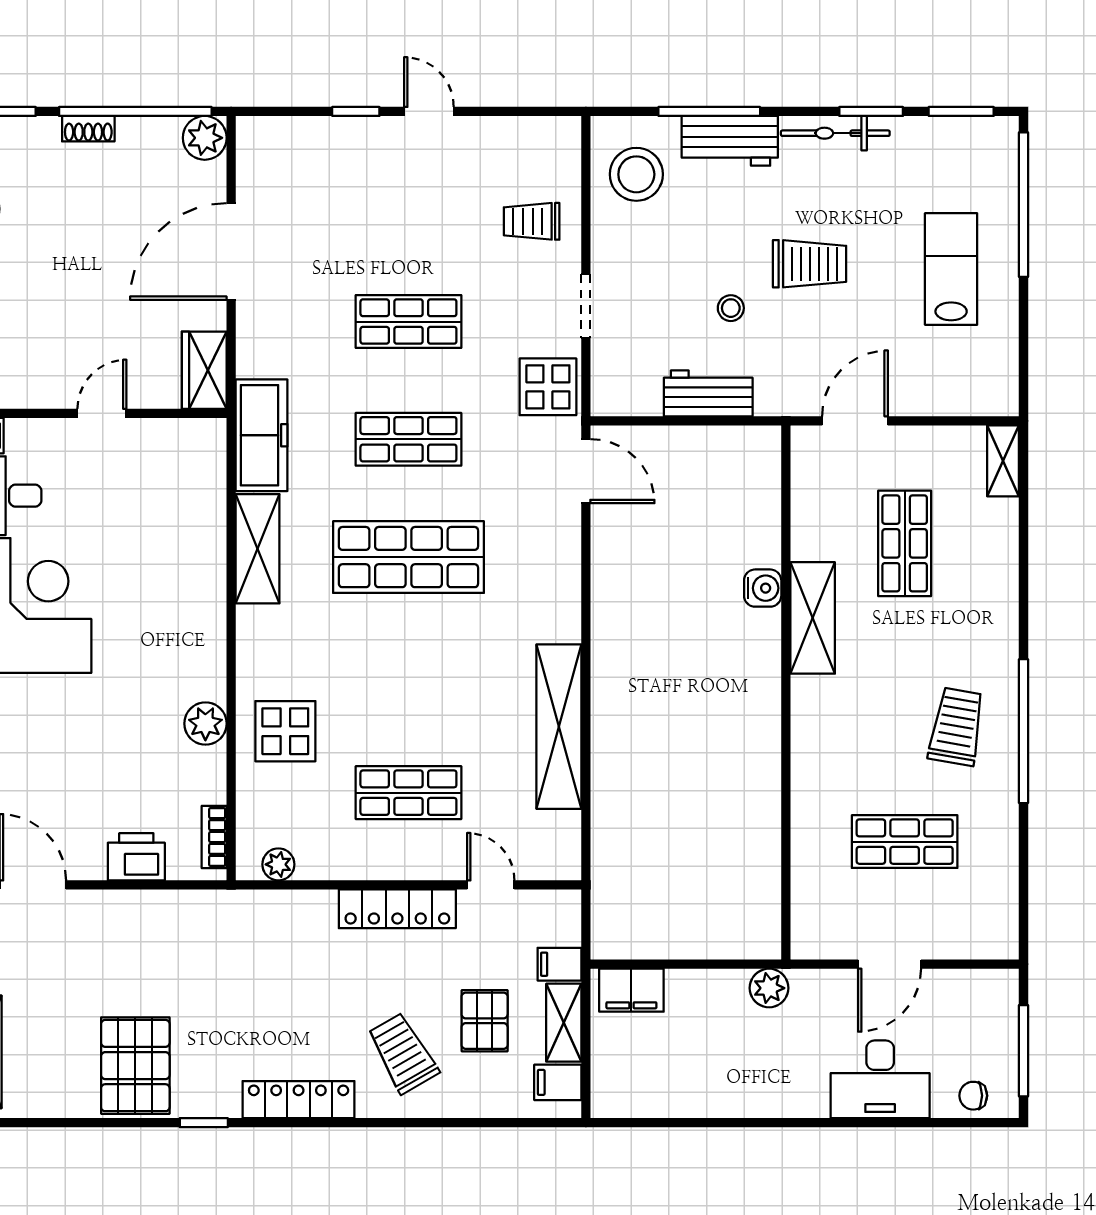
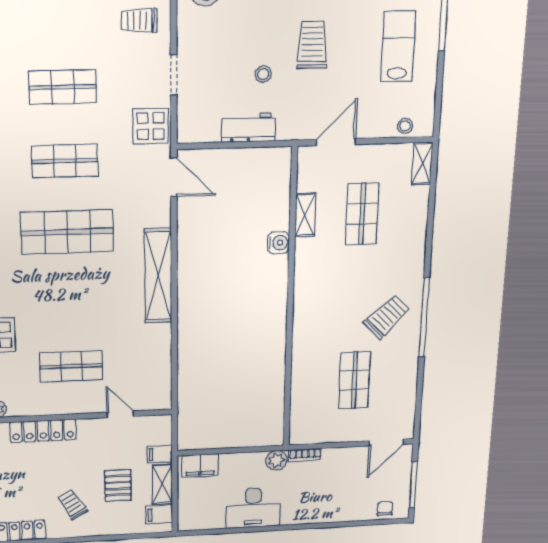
trolley: (810, 264) -> (312, 45), turned -90
stool: (970, 397) -> (405, 126), added
shelving: (813, 618) -> (305, 215), moved, width x0.67, depth x0.75
shelving: (559, 727) -> (158, 276), moved
trolley: (957, 727) -> (387, 317), turned 36
shop shelf: (905, 842) -> (354, 380), turned 90
locker: (397, 909) -> (43, 431), moved
door: (890, 964) -> (386, 443), moved
bookcase: (821, 980) -> (305, 455), added
trolley: (403, 1053) -> (72, 505), width x0.73, depth x0.72
desk: (880, 1079) -> (253, 508), moved
chair: (973, 1096) -> (385, 509), turned 90

